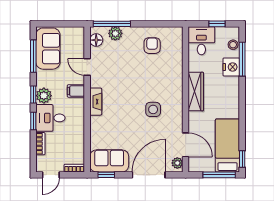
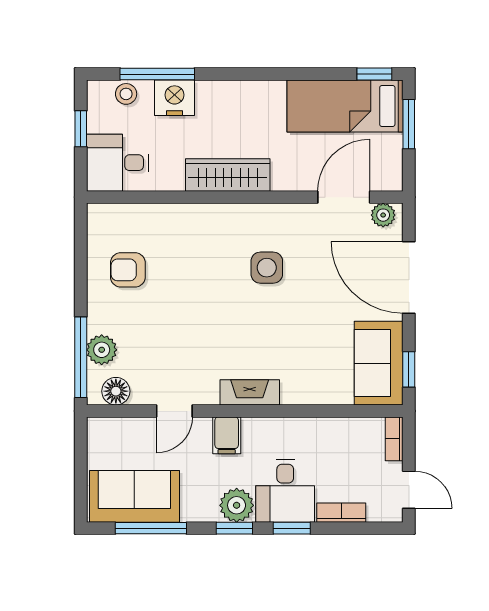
window: (219, 175) -> (409, 124), width x0.69

